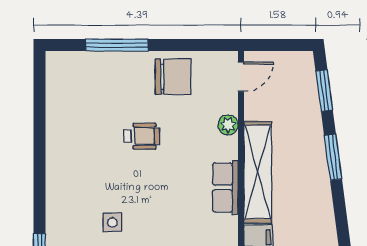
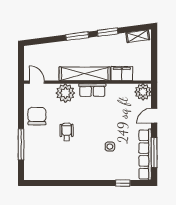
window: (324, 91) -> (108, 32), moved
plant: (228, 125) -> (65, 93), width x1.87, depth x1.87

